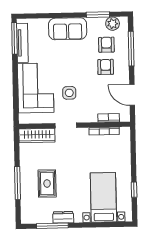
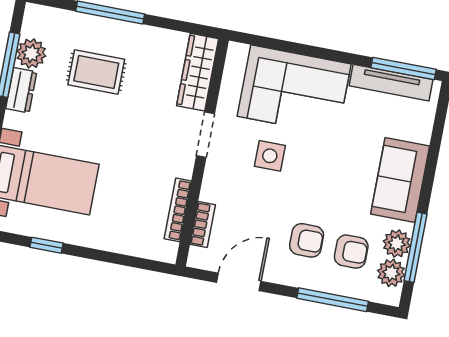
window: (98, 15) -> (416, 247), width x1.44
plant: (98, 24) -> (397, 243), added
plant: (45, 216) -> (31, 53), added

